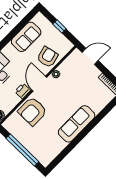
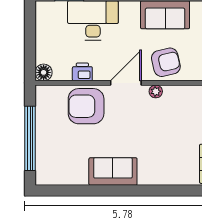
printer: (23, 91) -> (82, 72), moved
sofa: (77, 124) -> (113, 172), width x0.73

